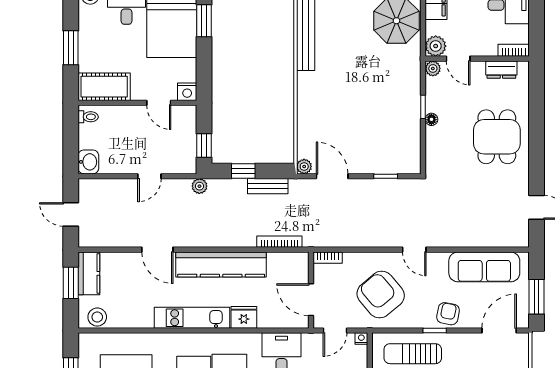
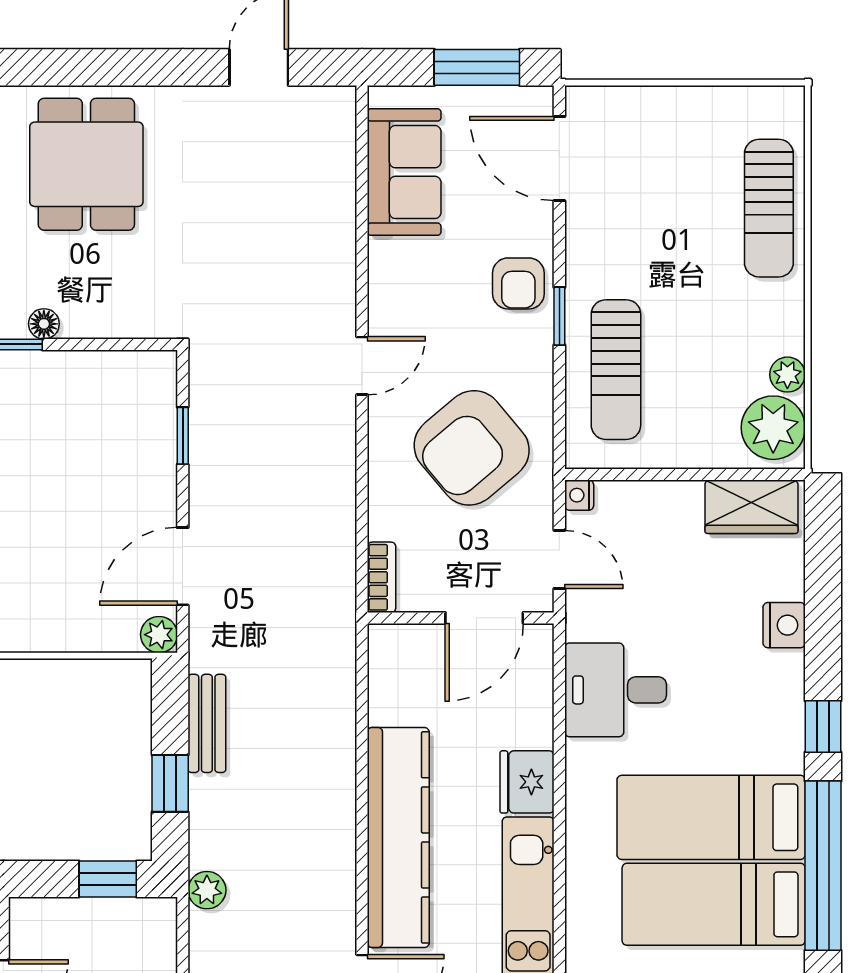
dining table: (497, 137) -> (86, 164), turned 90
bookcase: (279, 242) -> (343, 695), removed
sofa: (484, 267) -> (404, 172), width x0.73
armchair: (448, 314) -> (518, 283), turned -101

